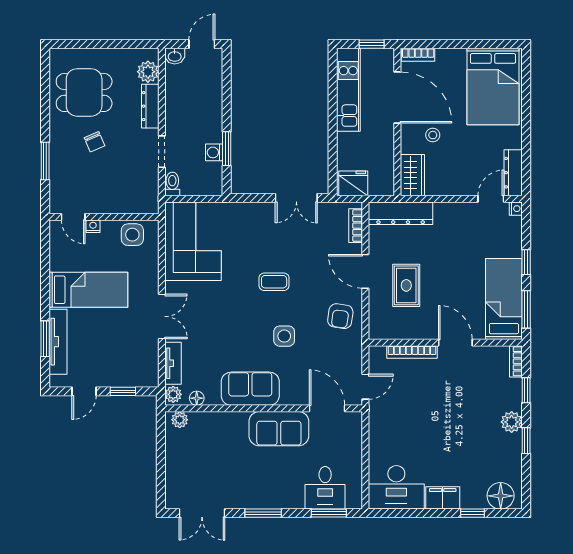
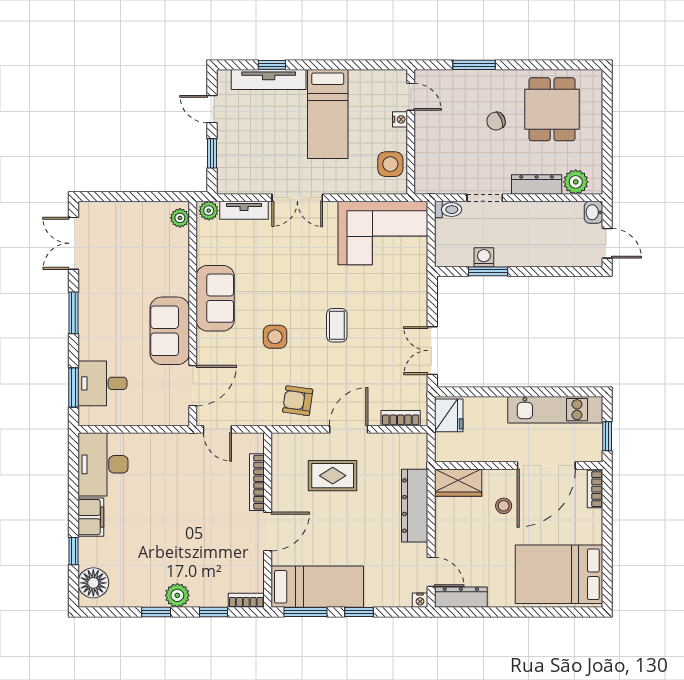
dresser: (401, 213) -> (415, 506), moved
door: (73, 217) -> (411, 97), swing flipped
window: (45, 339) -> (272, 65), width x0.67
floor lamp: (197, 398) -> (204, 237), removed

